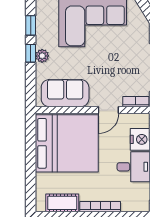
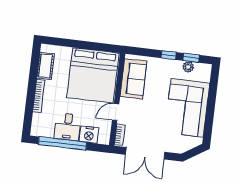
plant: (42, 56) -> (188, 67), moved
door: (108, 110) -> (116, 112), hinge flipped

